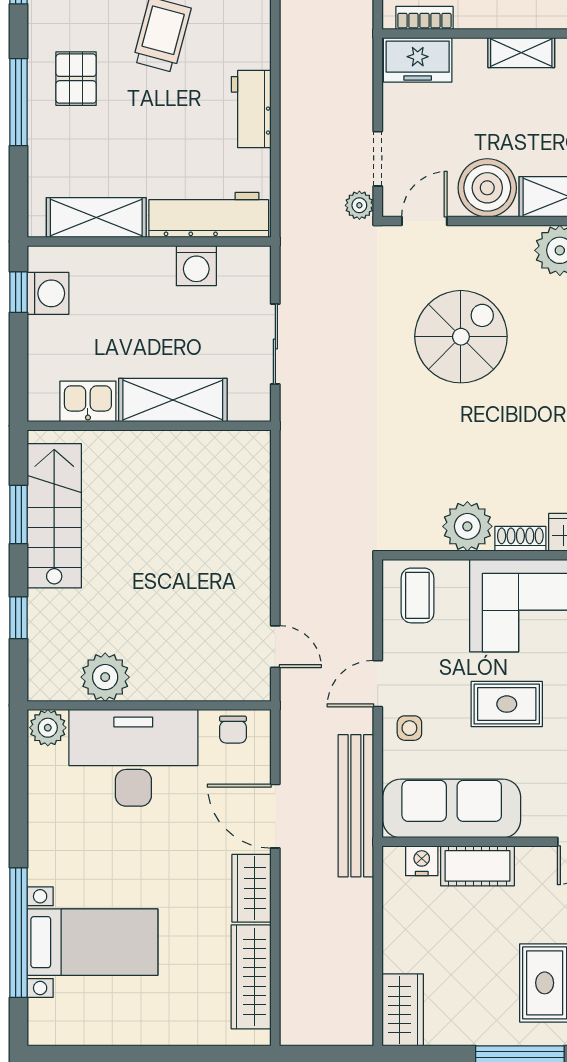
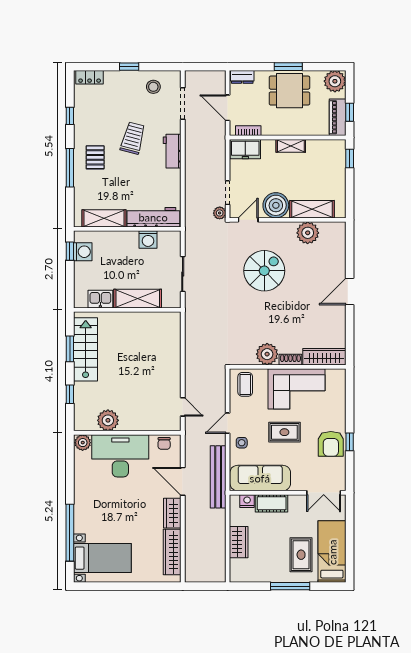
workbench: (251, 109) -> (172, 151), moved
bed with nightstands: (92, 942) -> (102, 558), moved
wardrobe: (403, 1010) -> (239, 542), moved

